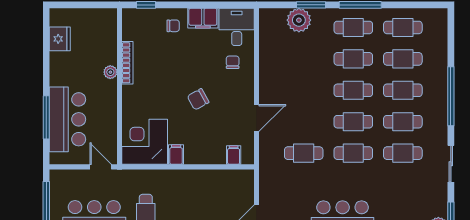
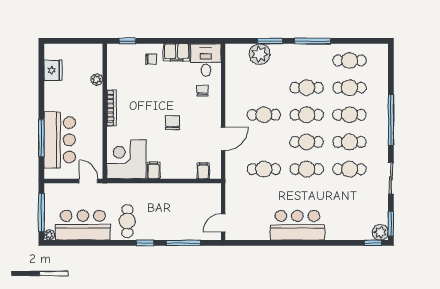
cafe table: (353, 27) -> (264, 115), moved
bookcase: (127, 63) -> (112, 108), moved
plant: (110, 72) -> (97, 80), moved
chair: (198, 99) -> (173, 123), turned 119

